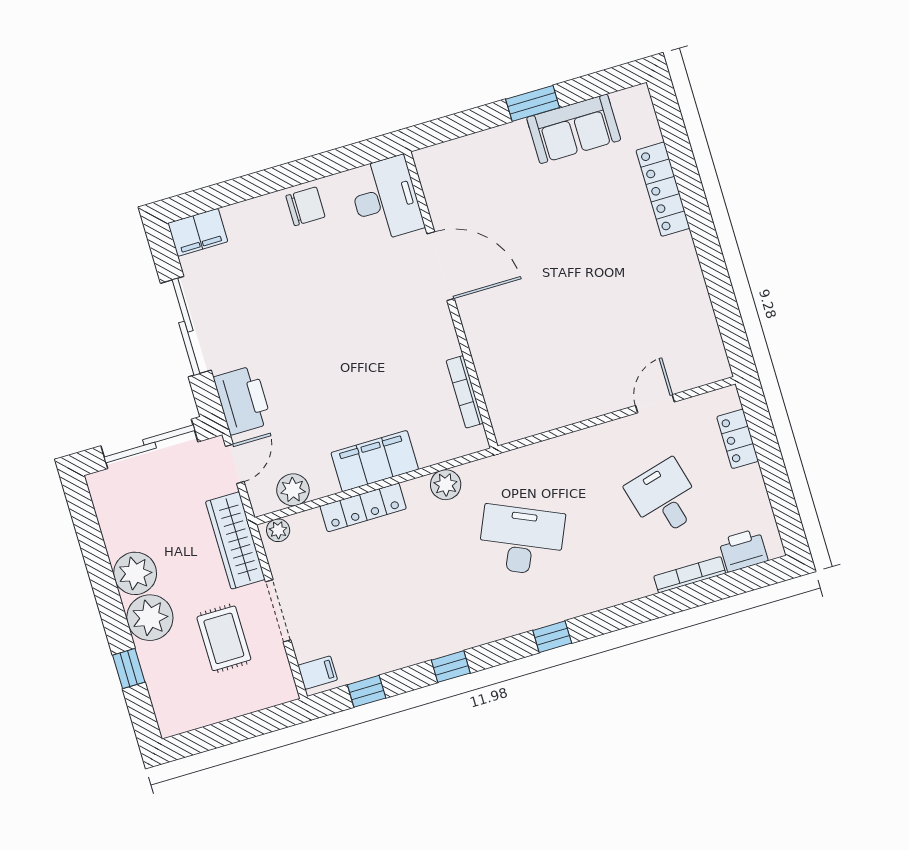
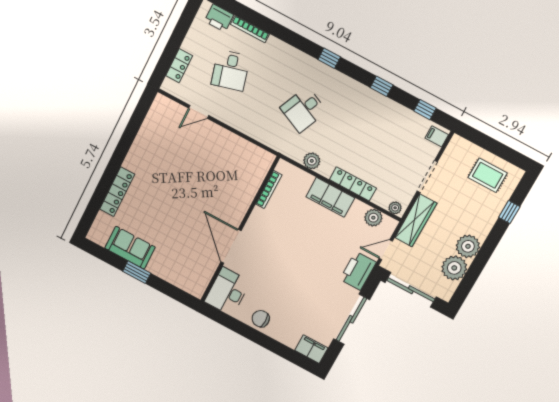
desk: (521, 540) -> (303, 109), width x0.73
plant: (150, 618) -> (454, 268), moved
rug: (224, 638) -> (488, 175), moved, turned 90

